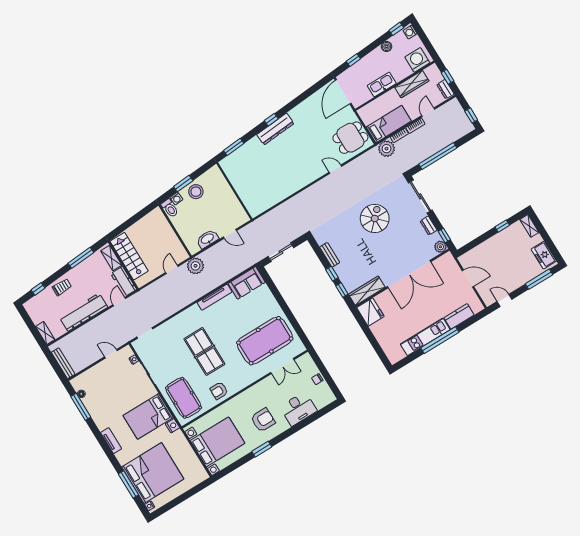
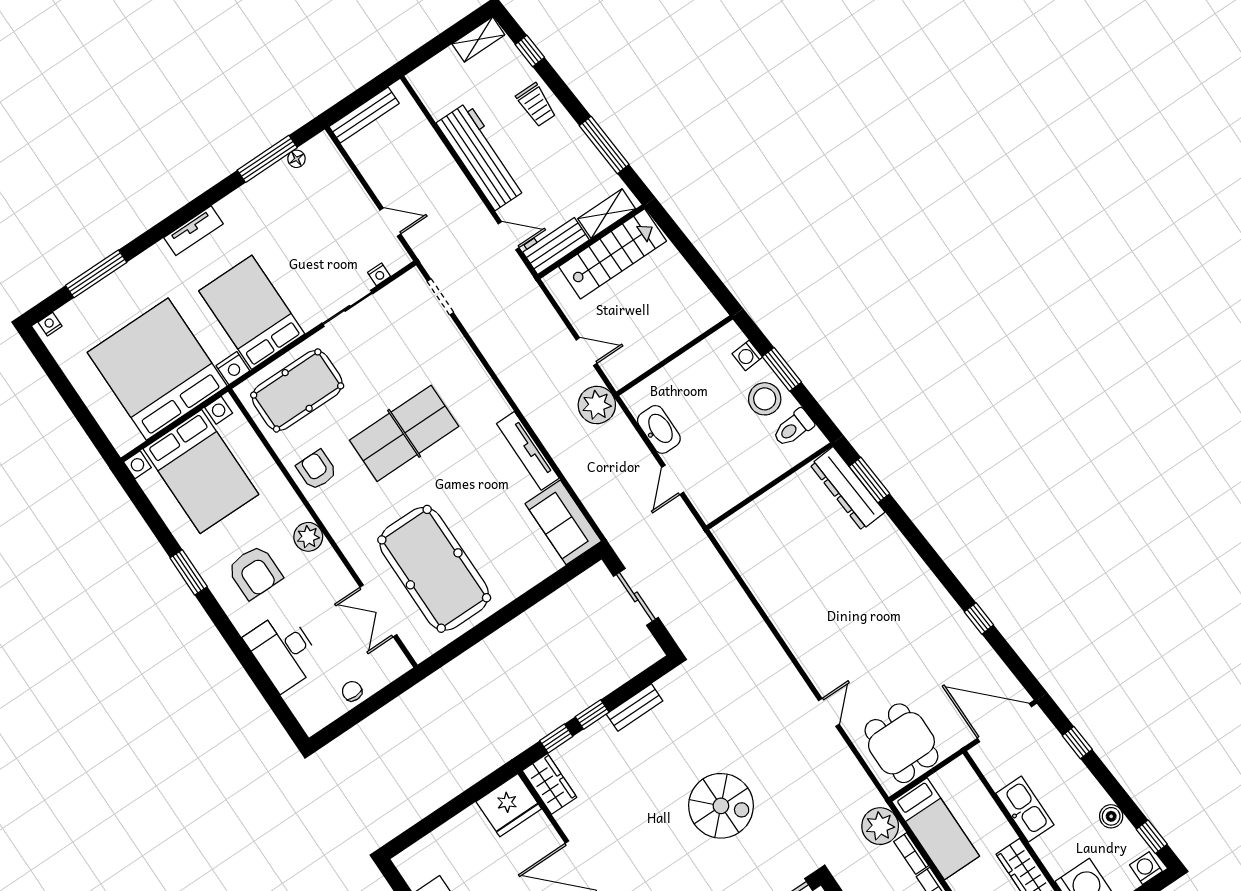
window: (271, 120) -> (979, 618), moved
dresser: (275, 129) -> (847, 489), moved
toilet: (170, 208) -> (793, 428), moved
wardrobe: (367, 291) -> (549, 784), width x0.67
shelving: (45, 333) -> (478, 39), moved
door: (111, 354) -> (390, 222), hinge flipped
plant: (248, 396) -> (308, 537), added
bed: (153, 473) -> (157, 369), moved, turned 180

